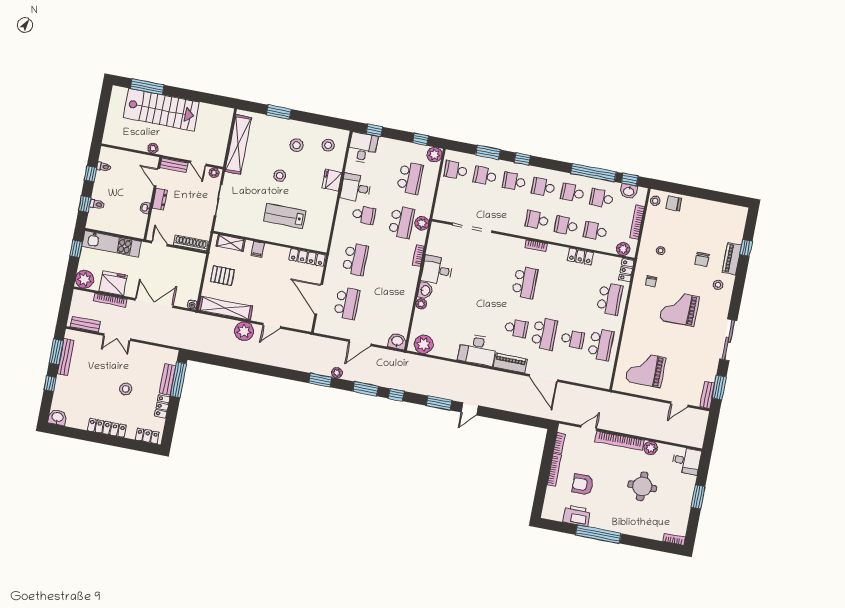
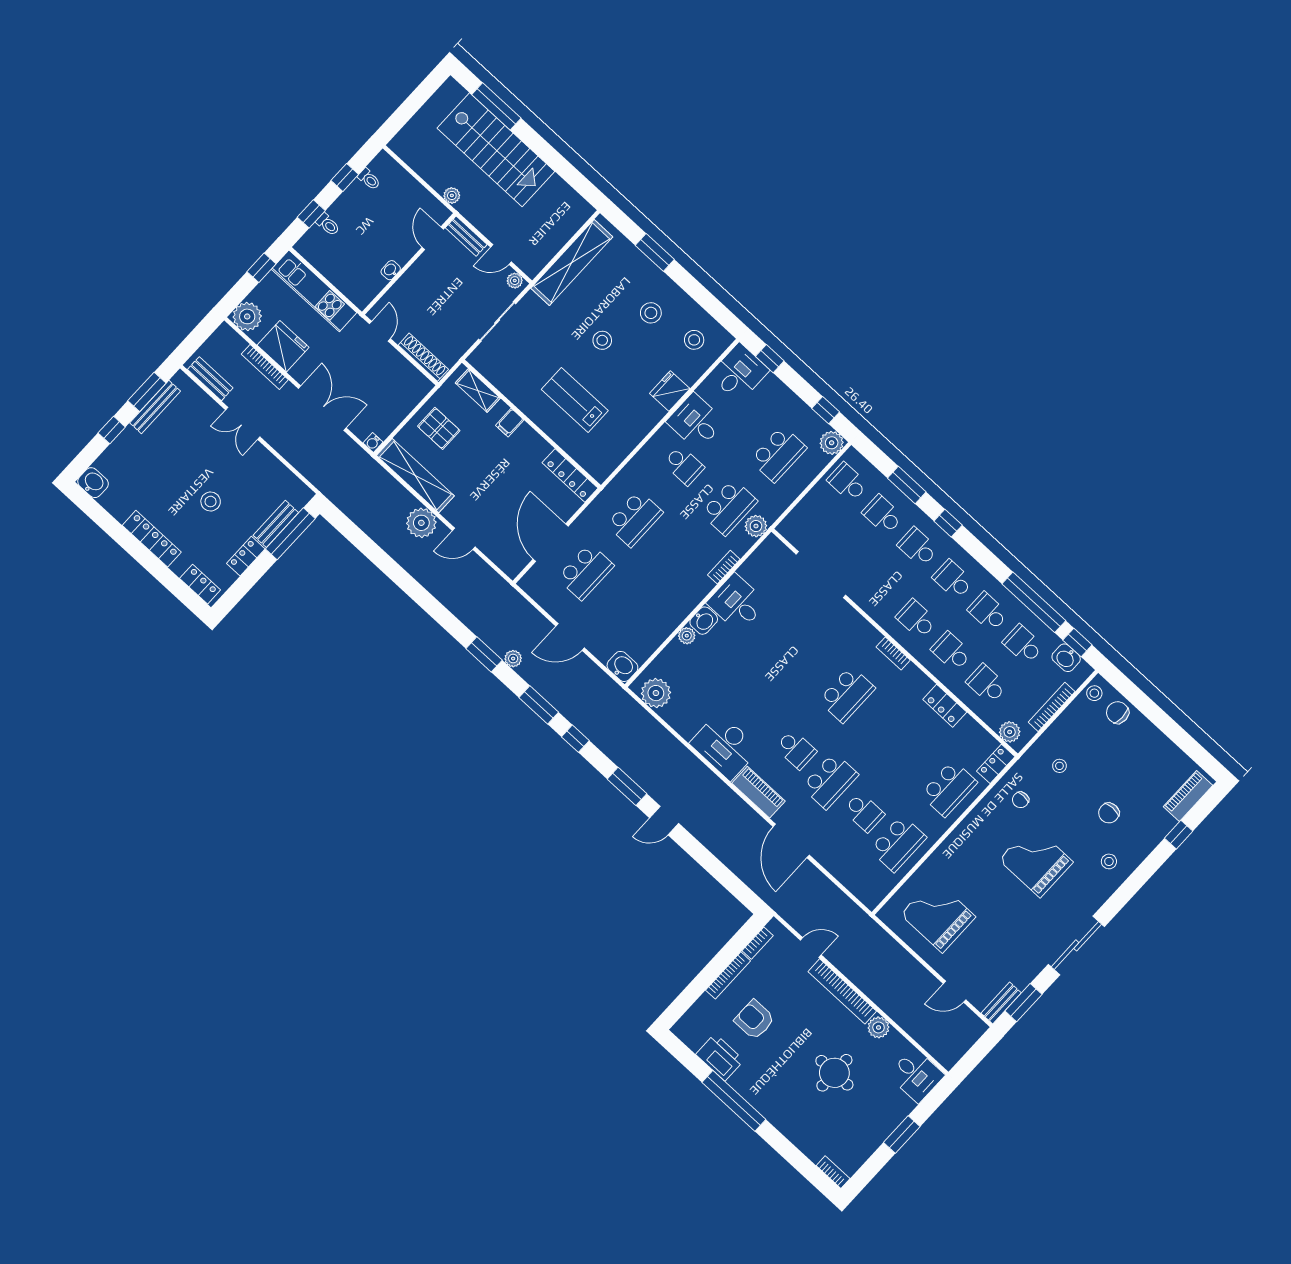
door: (198, 163) -> (501, 255), hinge flipped
dresser: (160, 199) -> (418, 271), removed
piano: (732, 259) -> (1188, 796), moved

